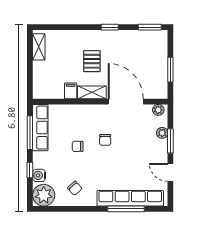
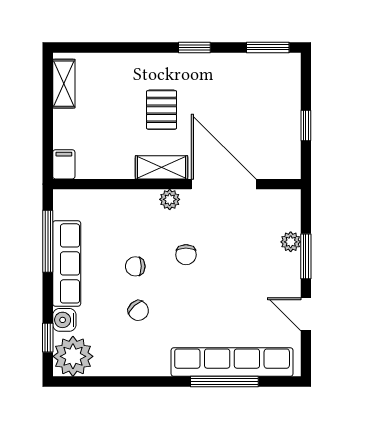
window: (170, 70) -> (306, 126), width x0.67
filing cabinet: (71, 91) -> (64, 164), moved
plant: (158, 110) -> (170, 199), moved
row of seats: (40, 128) -> (67, 263), moved
window: (30, 170) -> (48, 338), moved
chair: (75, 188) -> (138, 311), moved

